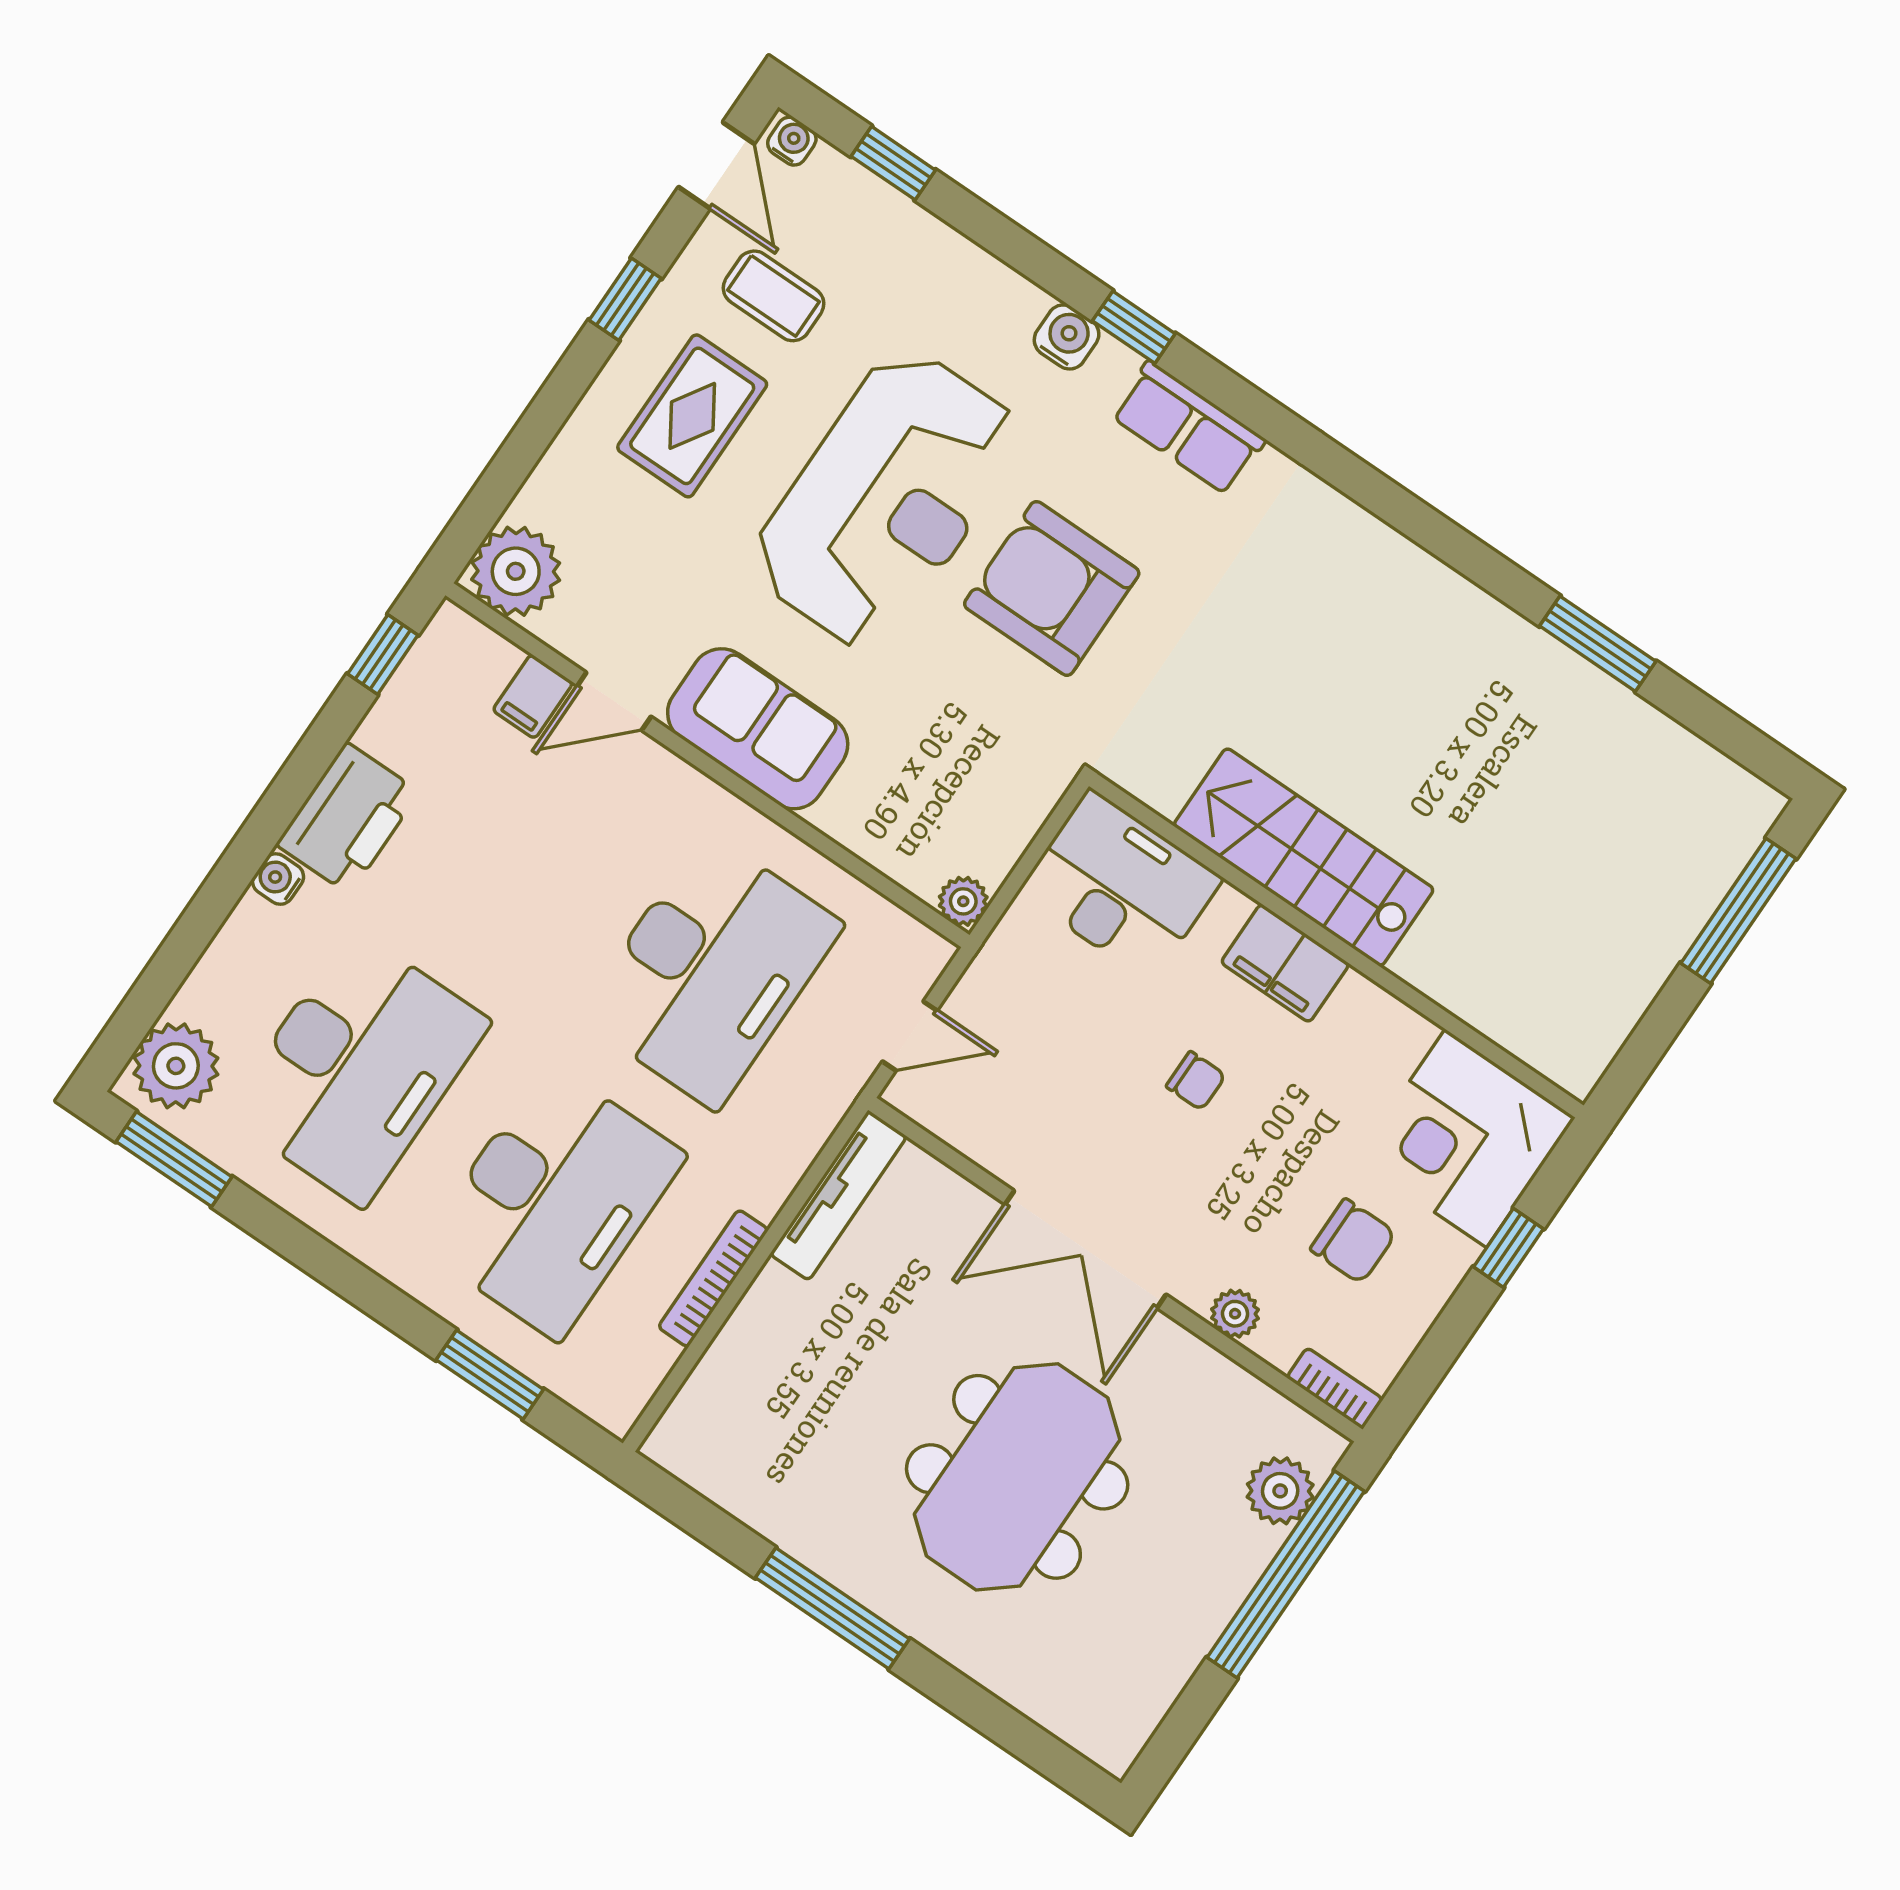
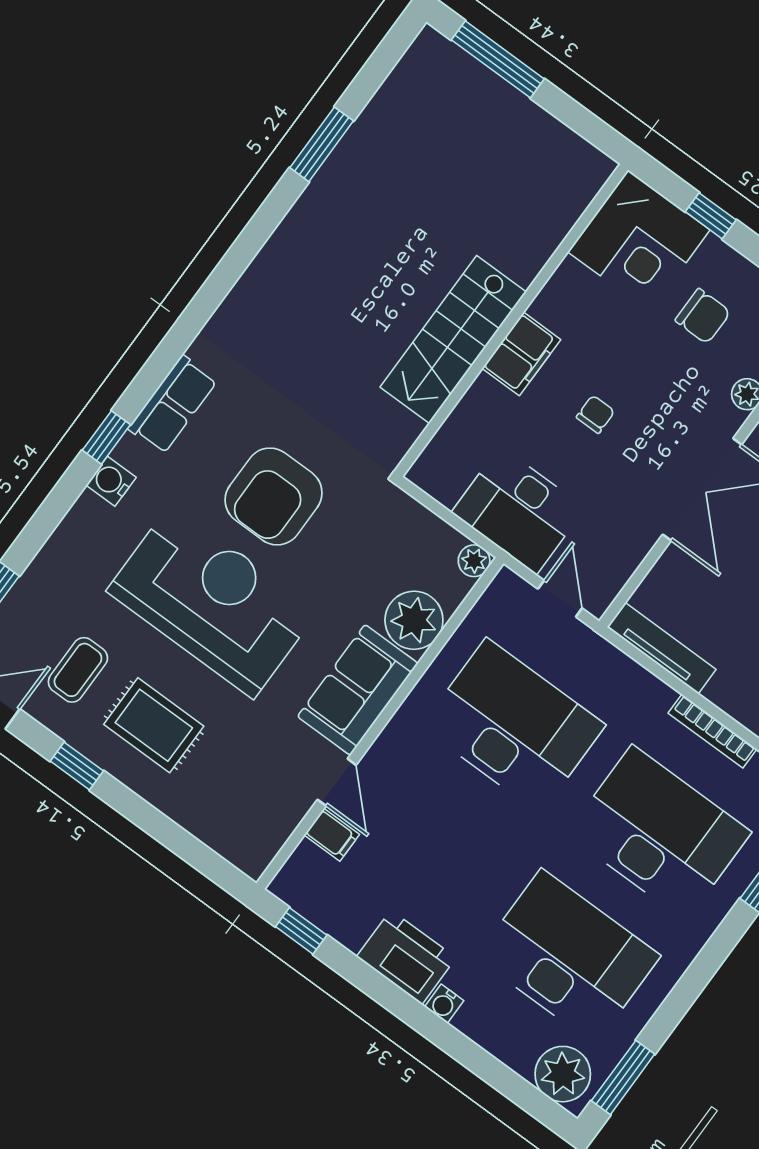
plant: (516, 571) -> (414, 620), moved
desk: (1120, 885) -> (518, 510), moved, turned -90
chair: (1353, 1241) -> (703, 316), turned 90

